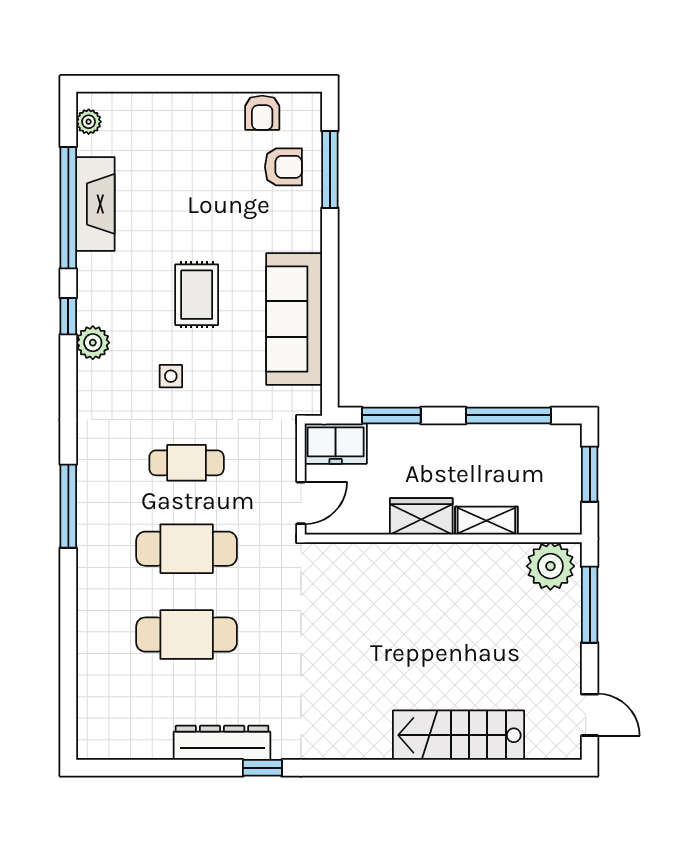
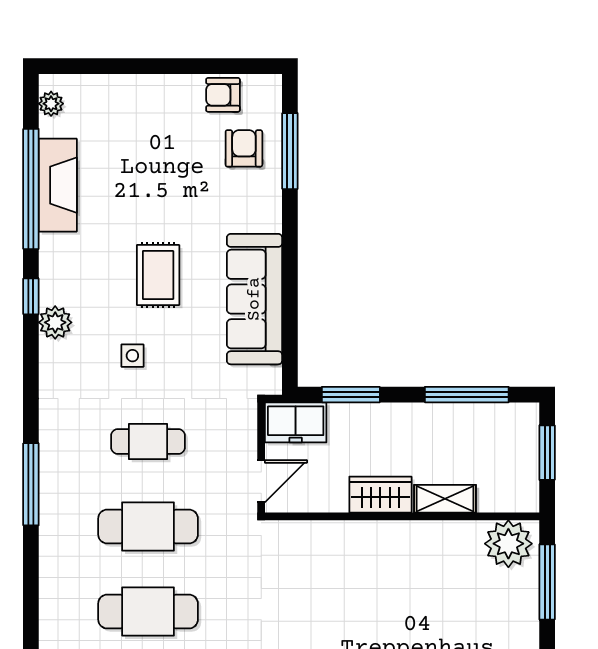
armchair: (262, 113) -> (223, 95), turned 90
armchair: (283, 167) -> (244, 148), turned -90

